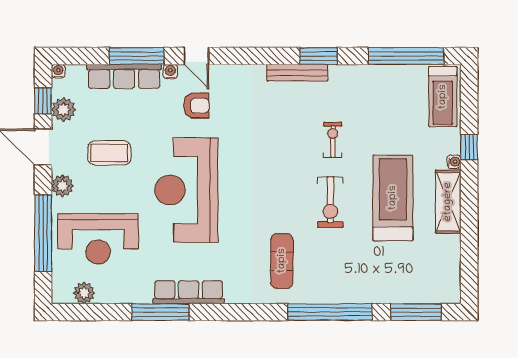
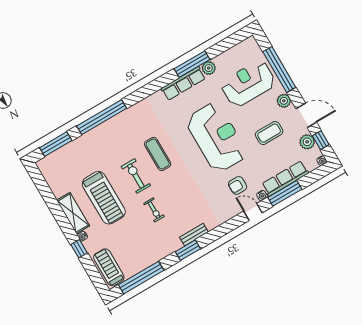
bench: (297, 73) -> (194, 235), width x0.73
exercise mat: (282, 261) -> (158, 154), moved
plant: (84, 293) -> (209, 68), moved

